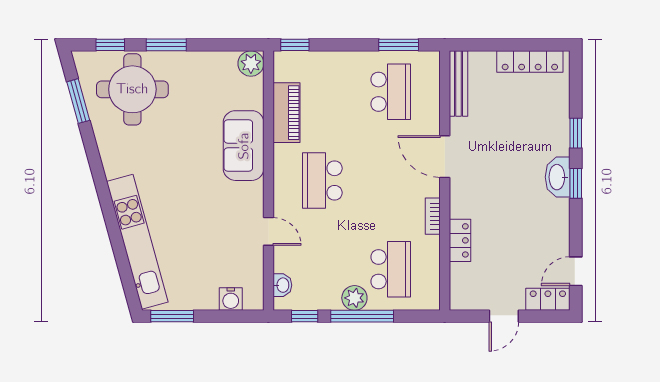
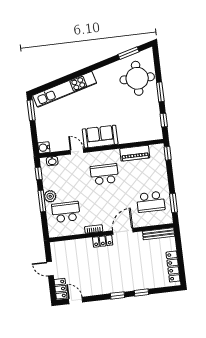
window: (110, 45) -> (164, 120), moved
plant: (251, 64) -> (156, 133), removed
sofa: (244, 146) -> (100, 137), moved
washbasin: (558, 177) -> (119, 286), removed
door: (268, 231) -> (77, 151), swing flipped
locker: (460, 240) -> (103, 241), moved
school desk: (391, 269) -> (66, 212), turned 180
water cooler: (231, 299) -> (44, 148), moved
window: (362, 316) -> (42, 201), width x0.69

